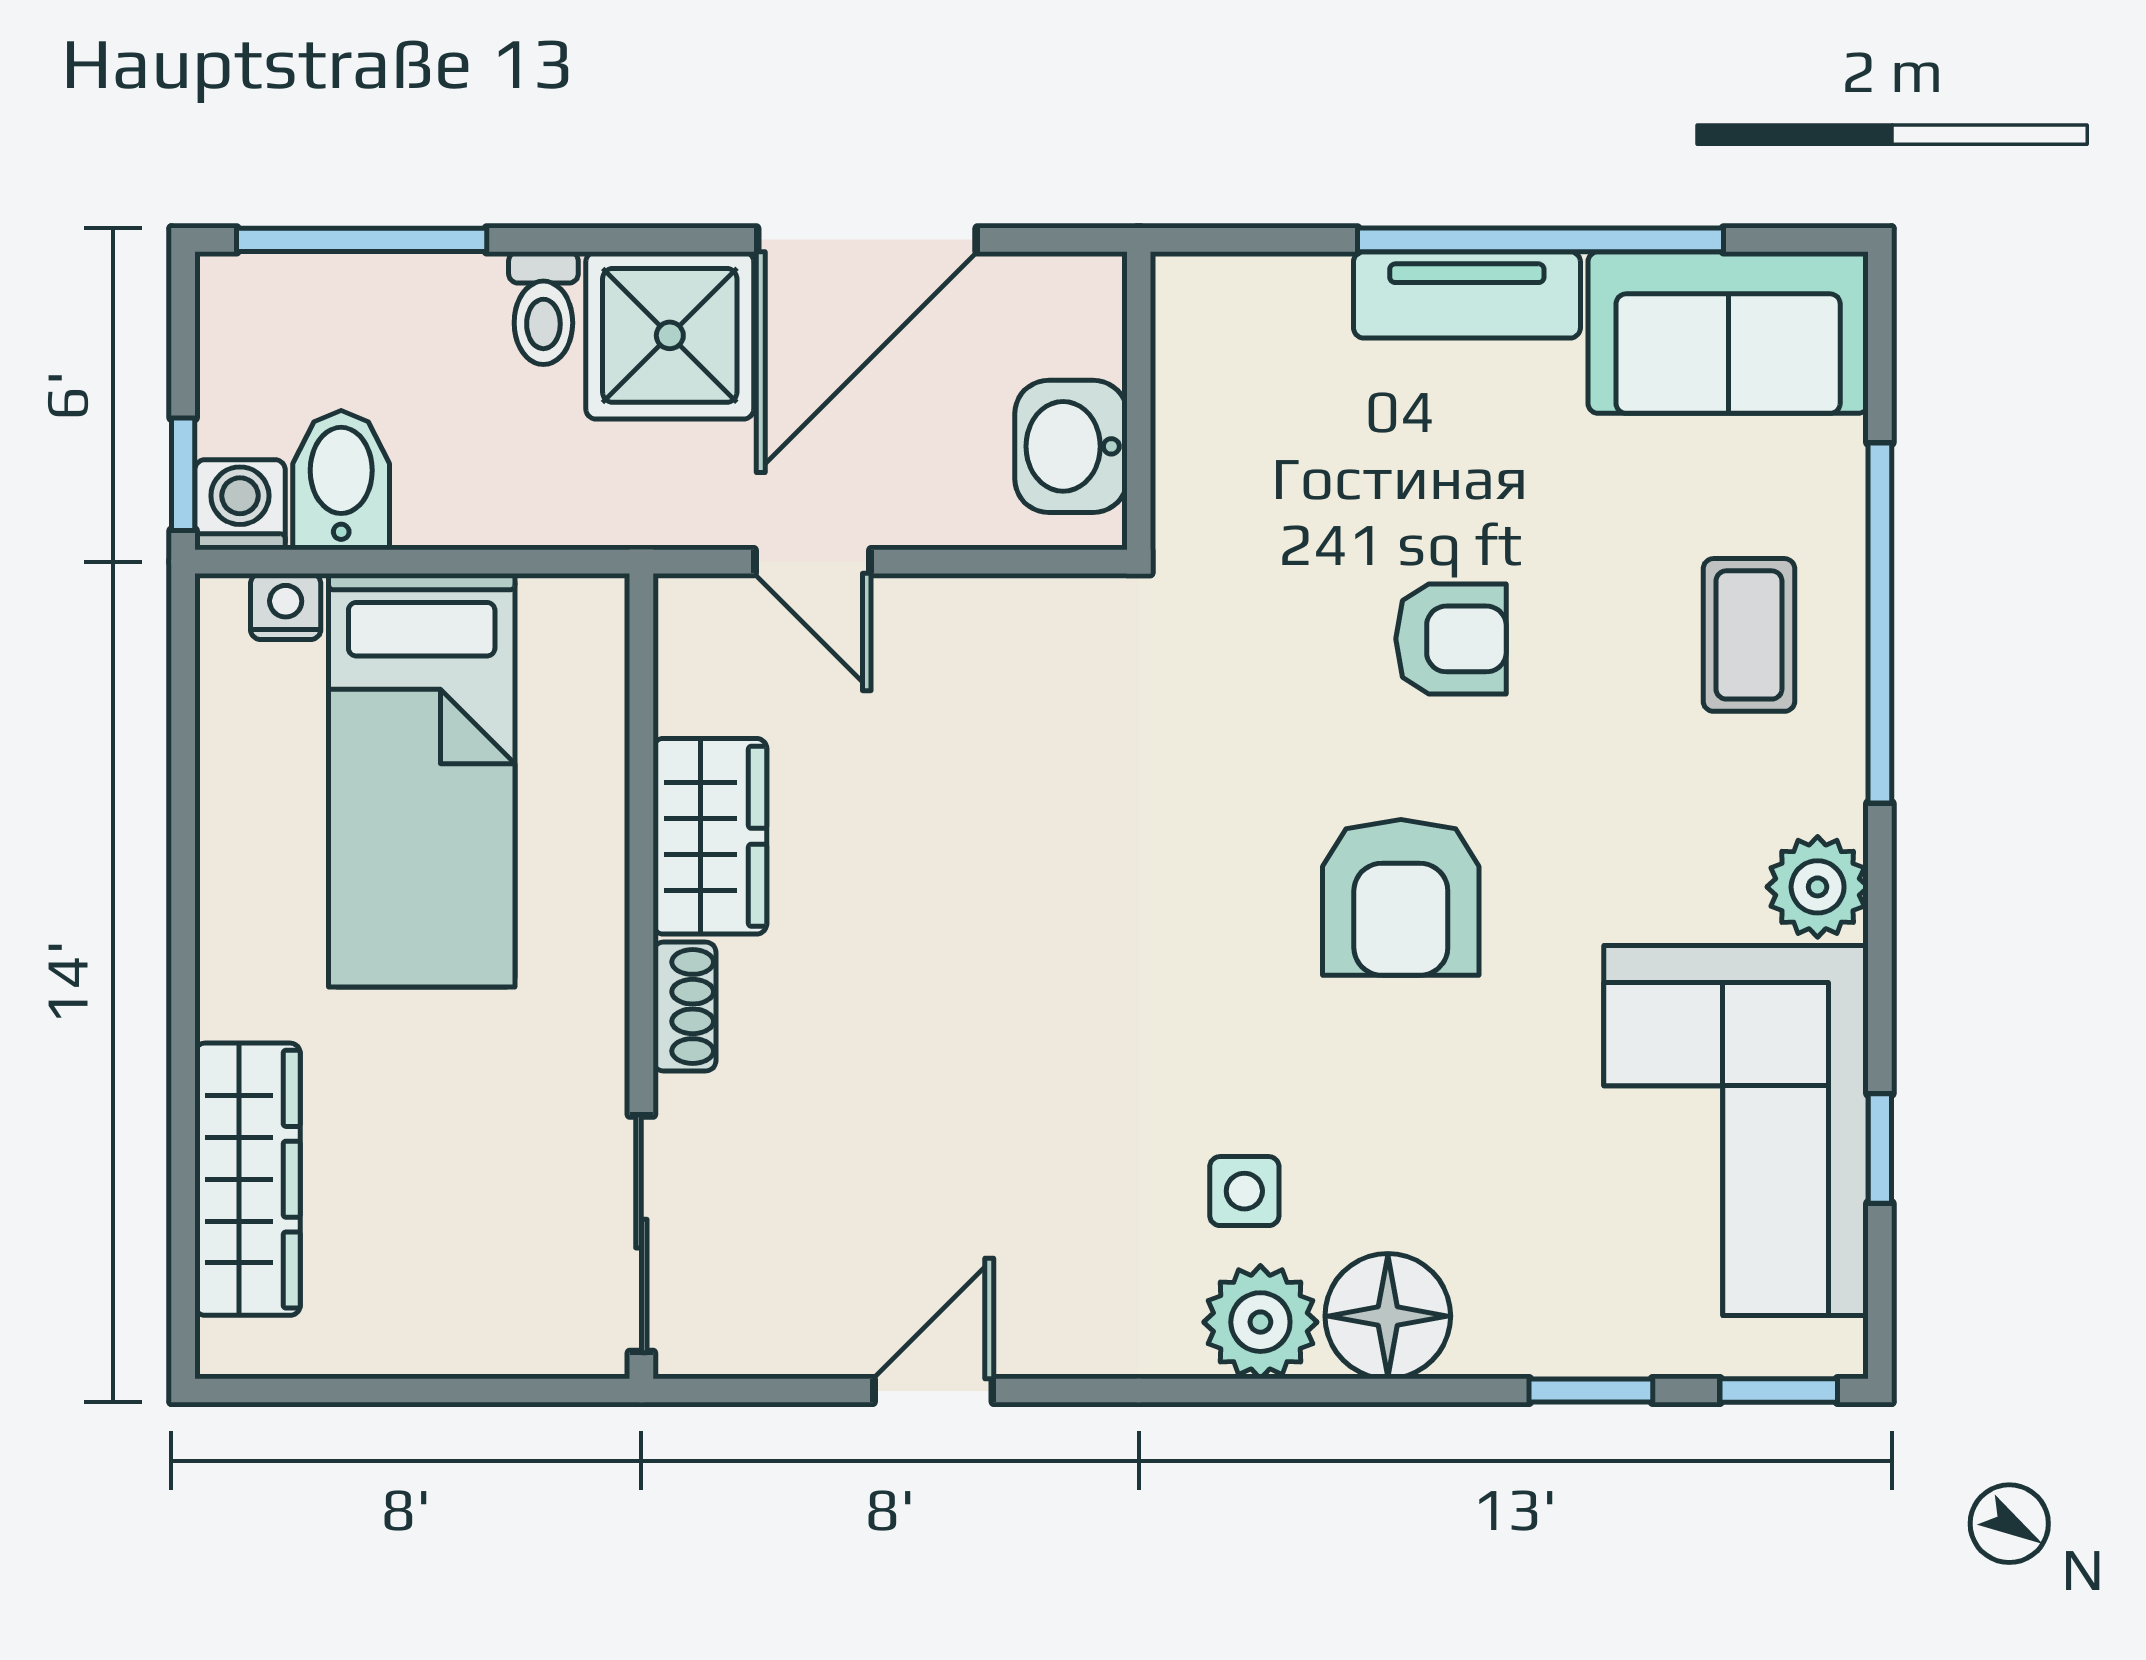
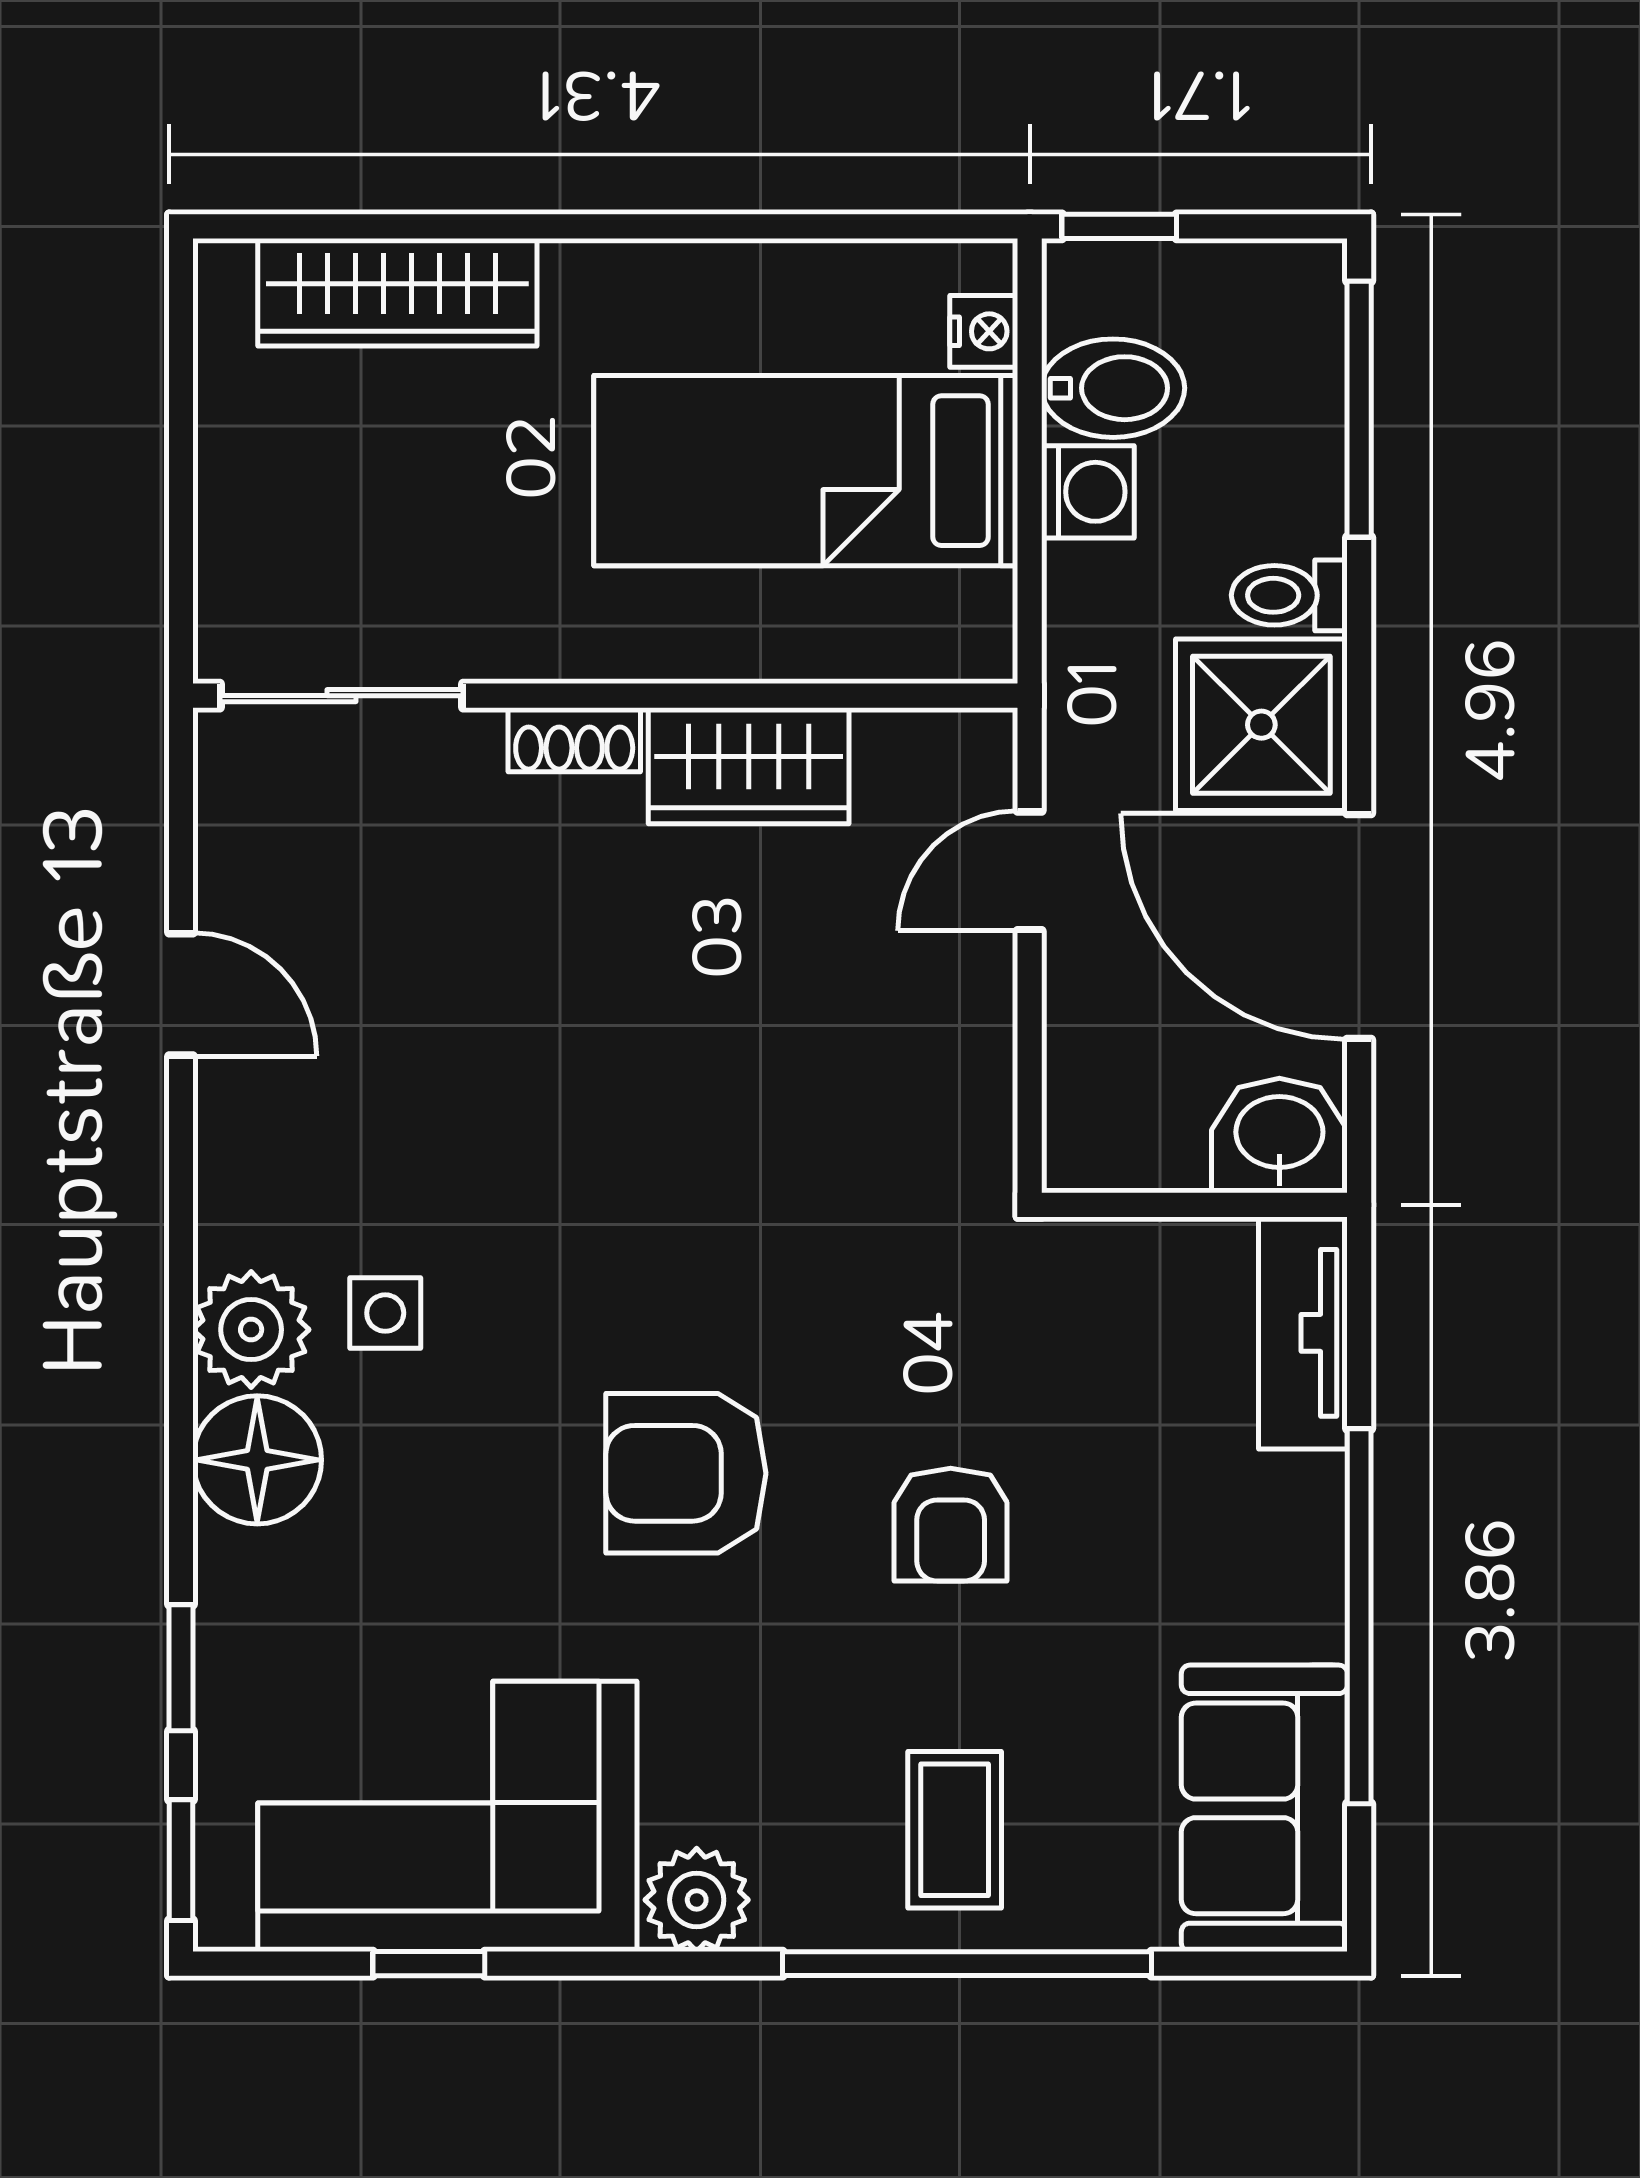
tv unit: (1467, 295) -> (1303, 1333), moved
washbasin: (1071, 446) -> (1279, 1135), moved
washing machine: (240, 505) -> (1088, 492), moved
coffee table: (1749, 635) -> (955, 1830), turned 90

